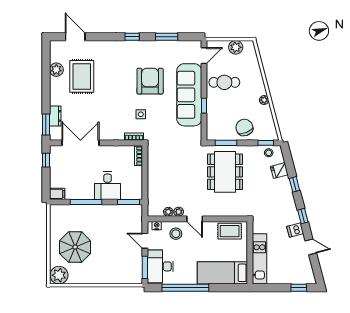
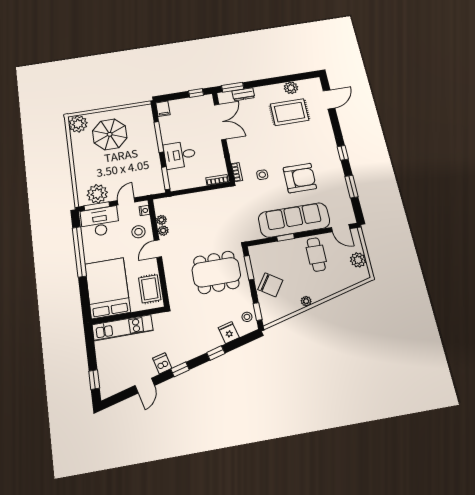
chair: (244, 128) -> (270, 285), turned 55
plant: (133, 266) -> (97, 194), added
bed: (222, 273) -> (107, 288), width x1.50

